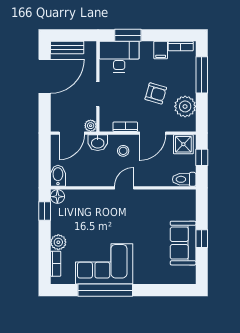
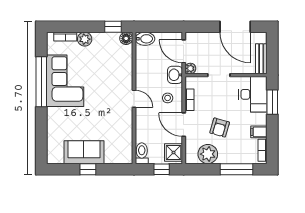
bench: (67, 47) -> (261, 59), moved

